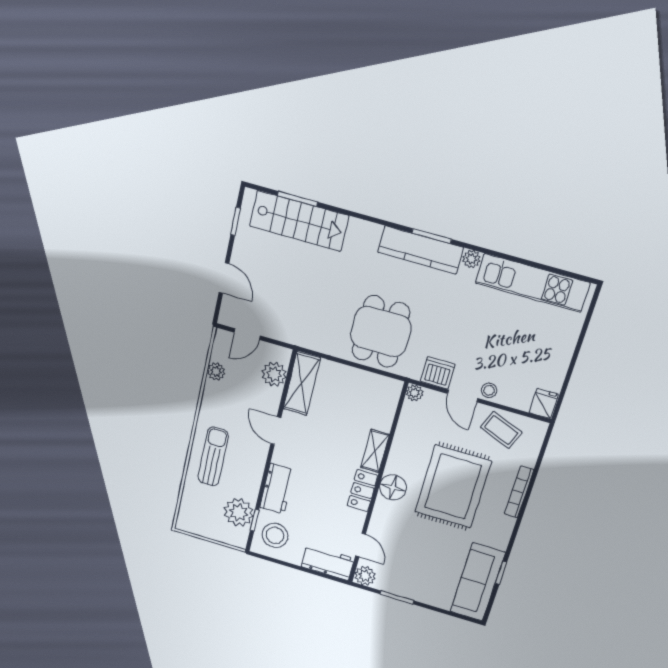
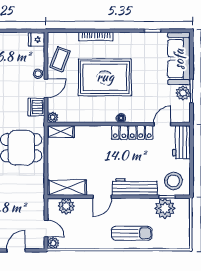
plant: (216, 371) -> (53, 243), moved
shelving: (375, 451) -> (61, 131), moved
sun lounger: (213, 457) -> (132, 233), turned 180
floor lamp: (393, 487) -> (121, 118), width x0.53, depth x0.53
workbench: (277, 489) -> (135, 187), width x1.38
locker: (362, 491) -> (132, 132), width x1.53
plant: (365, 576) -> (183, 93), moved
sofa: (478, 582) -> (179, 59), moved, turned 90

